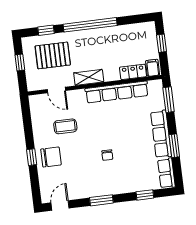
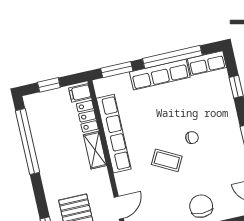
window: (90, 25) -> (27, 142), moved
shelving: (89, 77) -> (95, 150), moved
coffee table: (65, 126) -> (167, 160), moved, turned -62
window: (174, 146) -> (172, 57), width x2.11

